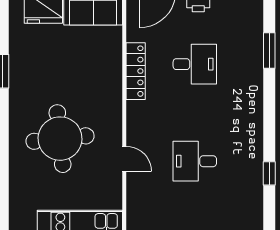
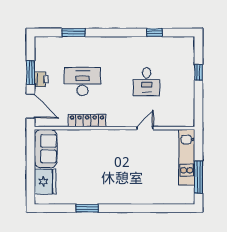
desk: (195, 64) -> (82, 82), width x1.37
round table: (60, 139) -> (132, 170), removed

